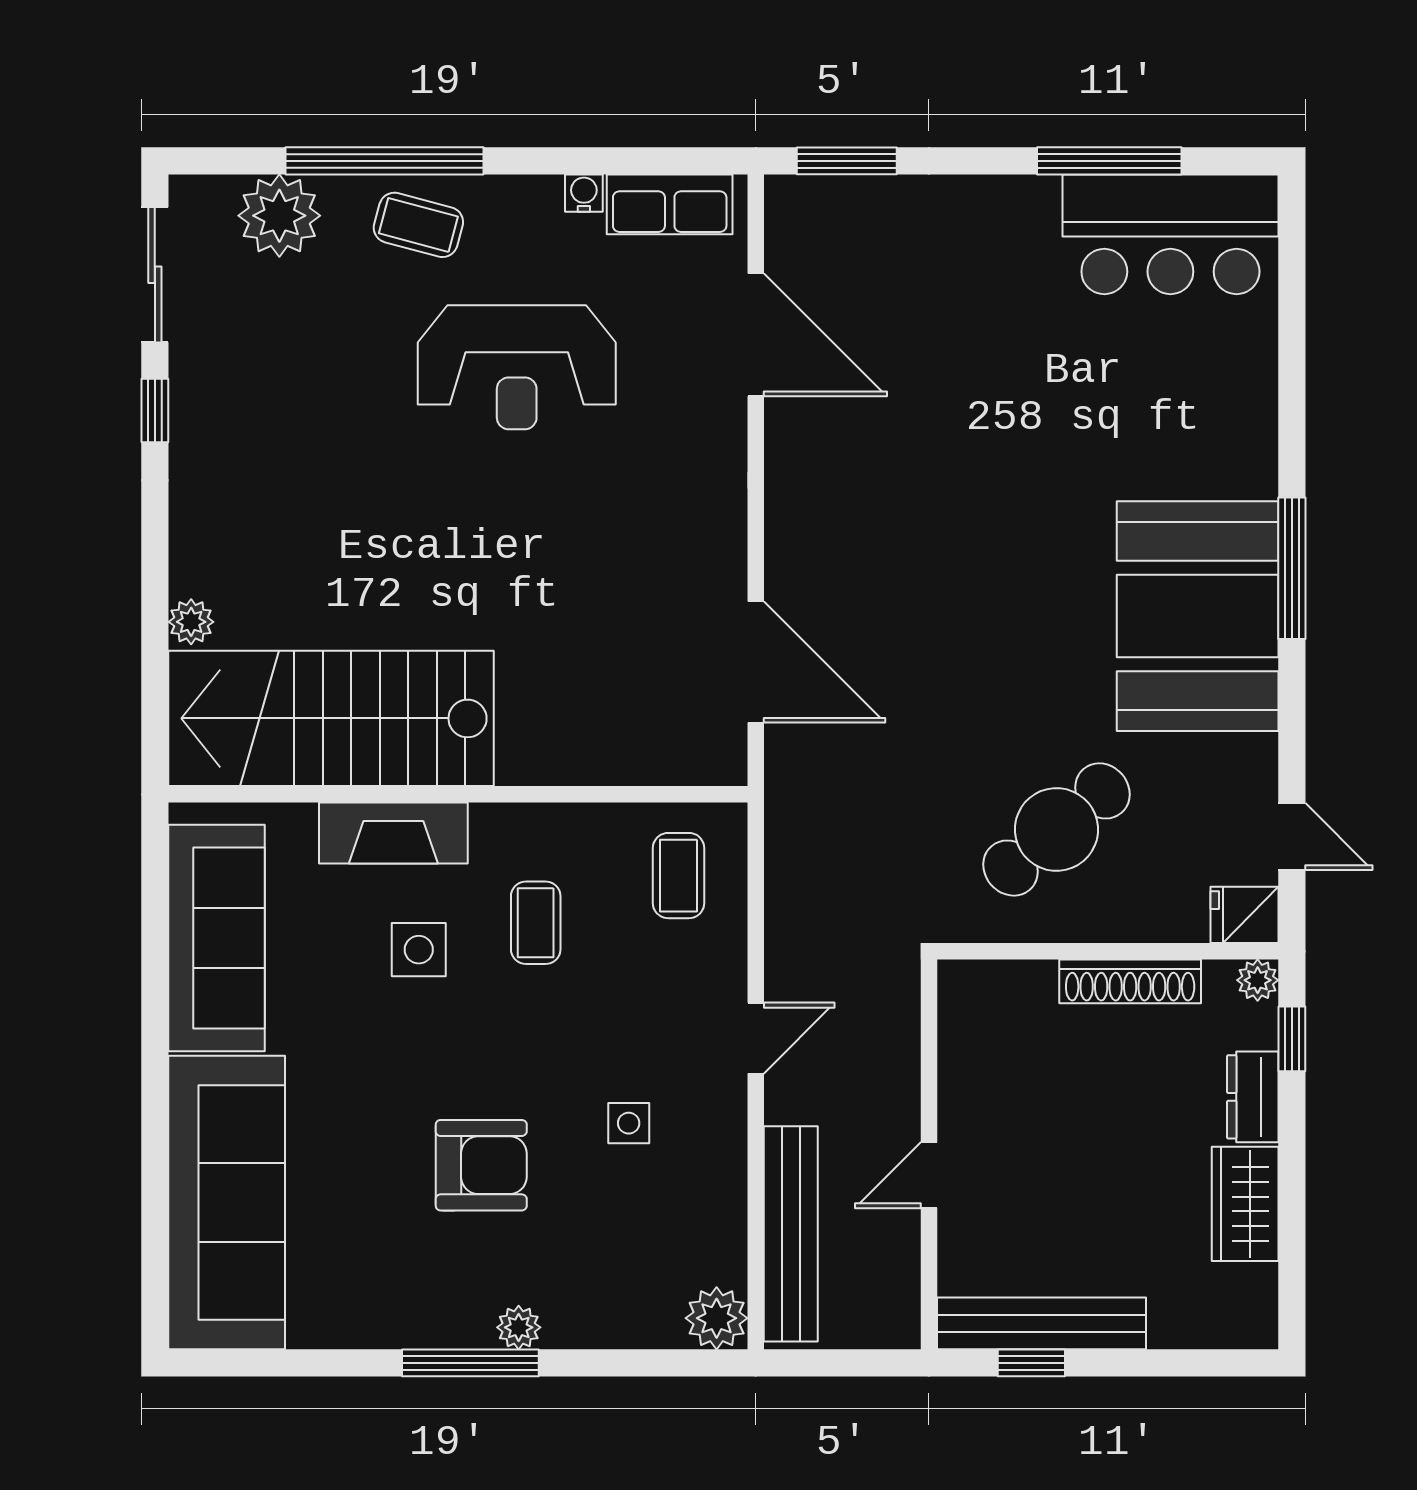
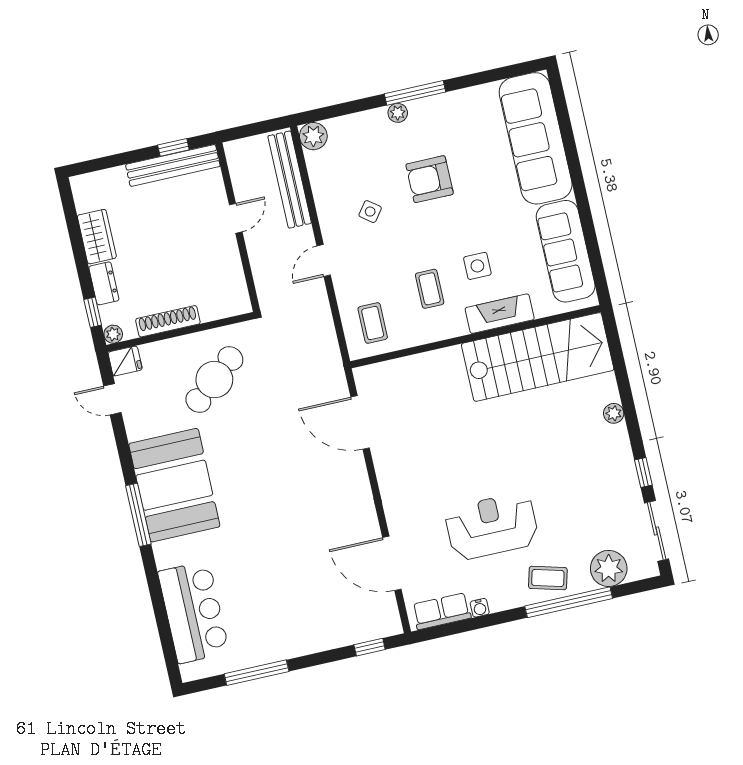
window: (847, 161) -> (370, 647), width x0.67
bar counter: (1170, 234) -> (194, 612), moved, turned 90
plant: (191, 622) -> (614, 413), moved
side table: (629, 1123) -> (370, 212), turned 37

